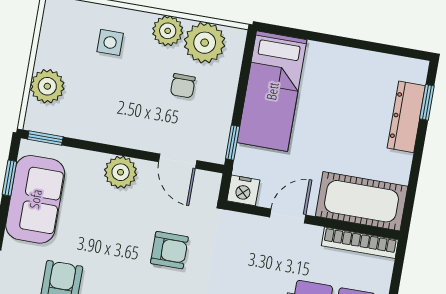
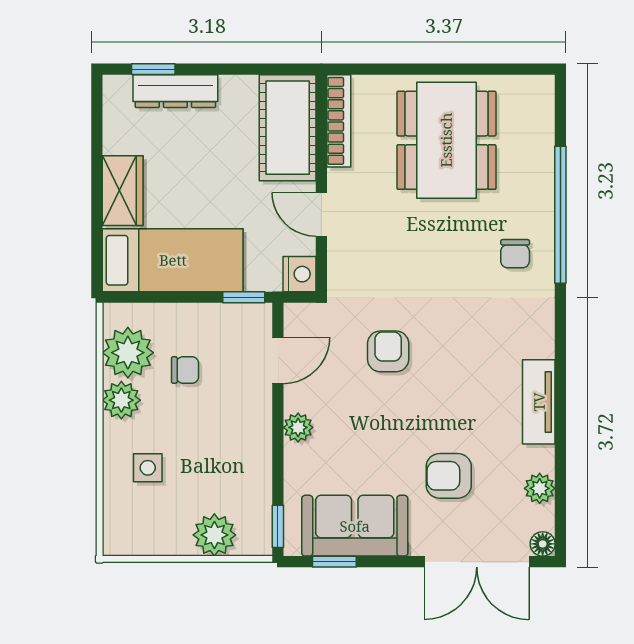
wardrobe: (334, 61) -> (123, 191), added
plant: (121, 172) -> (298, 427), width x0.73, depth x0.73

